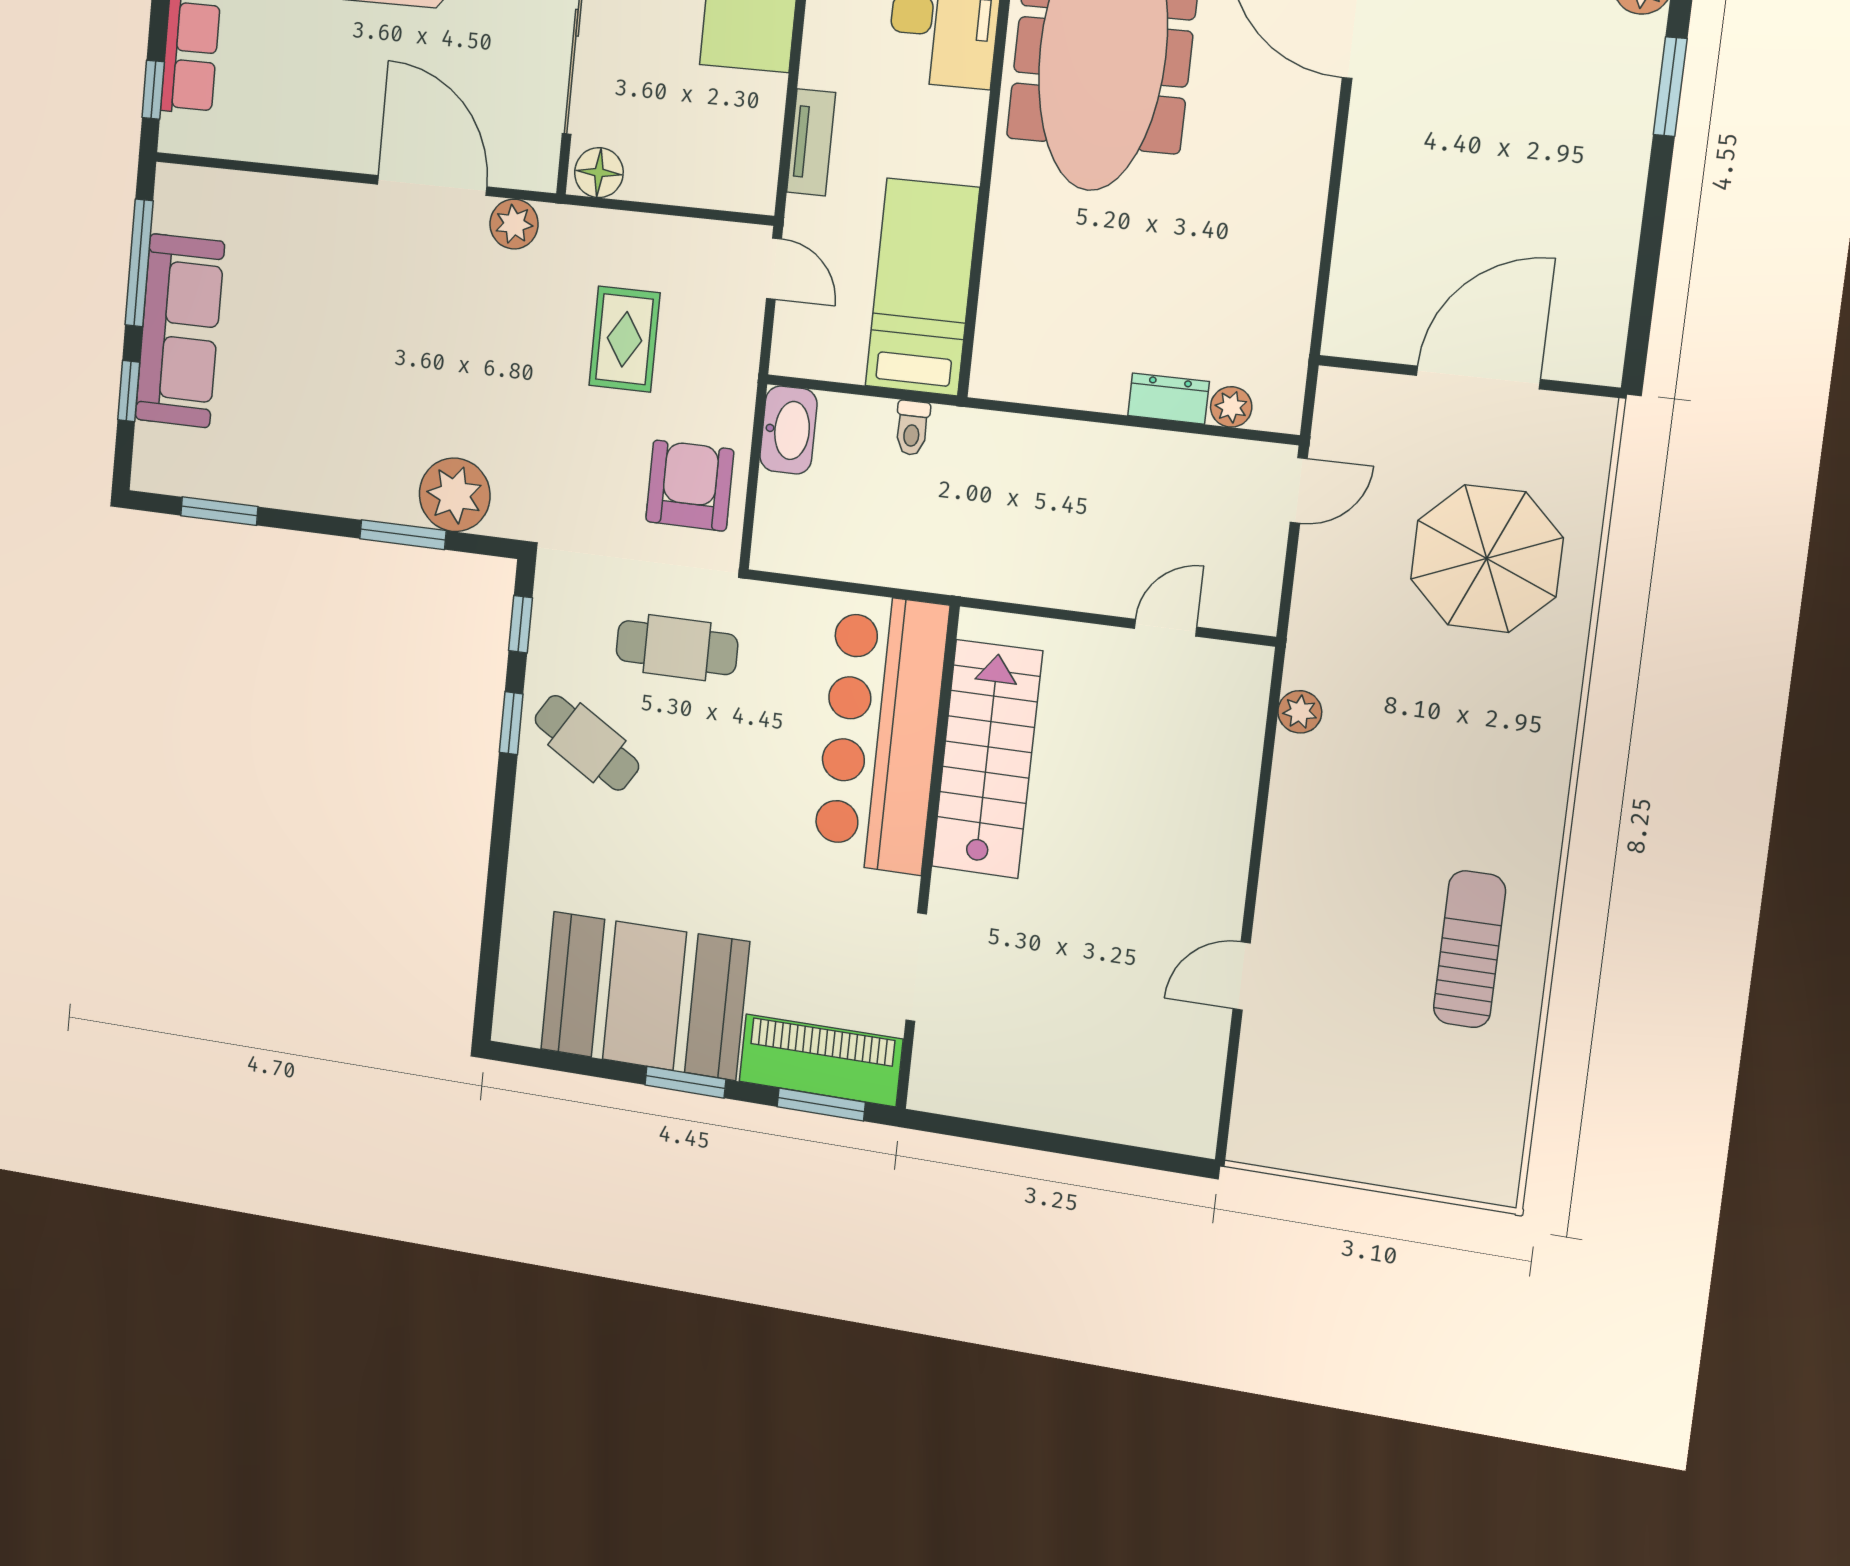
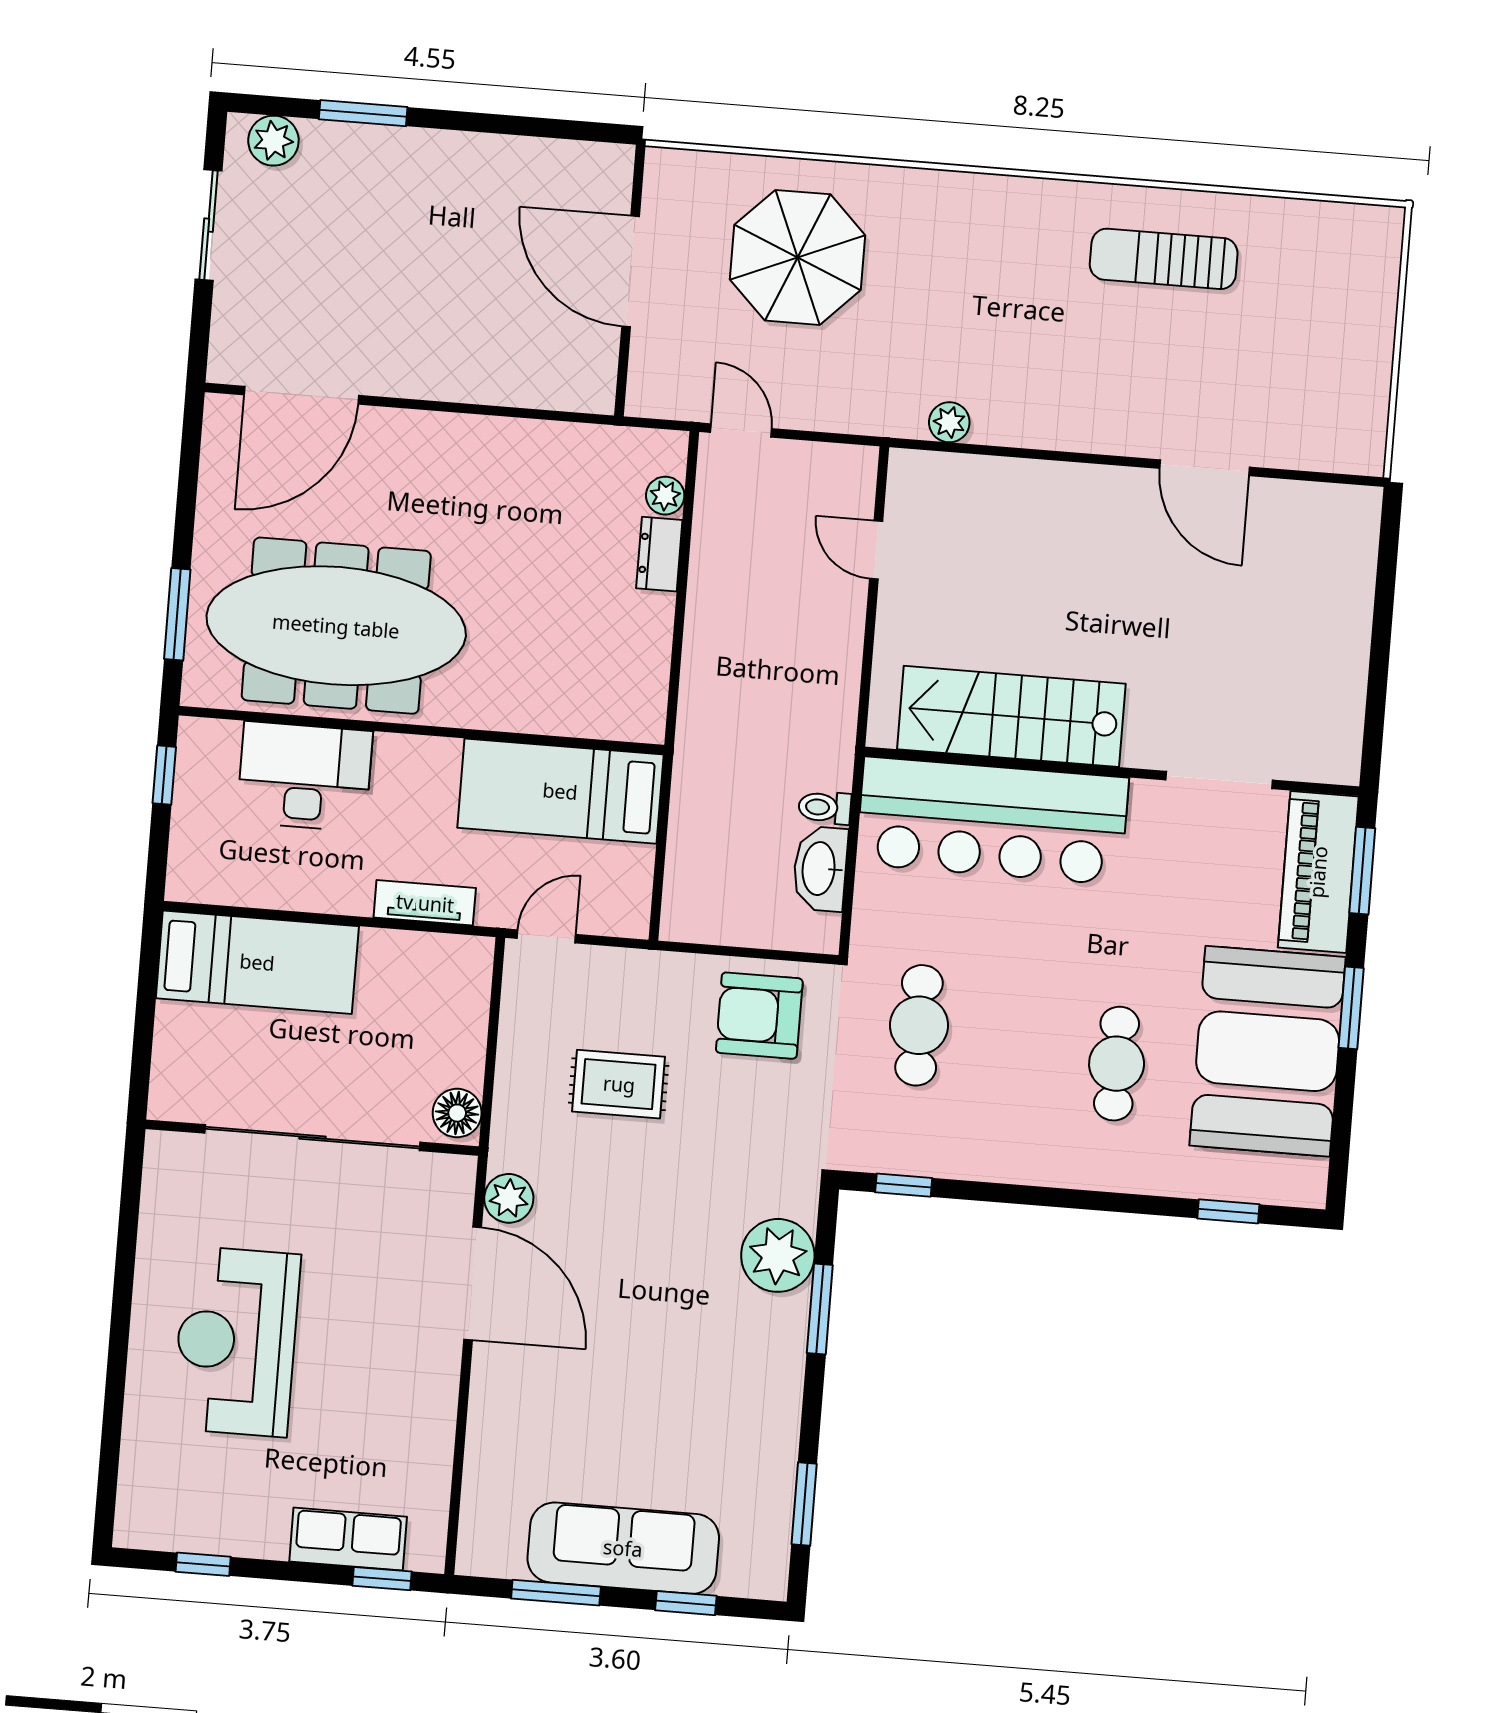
door: (432, 186) -> (473, 1283), swing flipped
window: (139, 263) -> (556, 1593), width x0.69
toilet: (912, 428) -> (825, 808), moved, turned 180
washbasin: (788, 430) -> (820, 869), moved, turned -90
window: (511, 723) -> (1228, 1211), moved
cafe table: (587, 743) -> (1117, 1064), moved, turned -32
door: (1242, 976) -> (1205, 468), width x1.37

